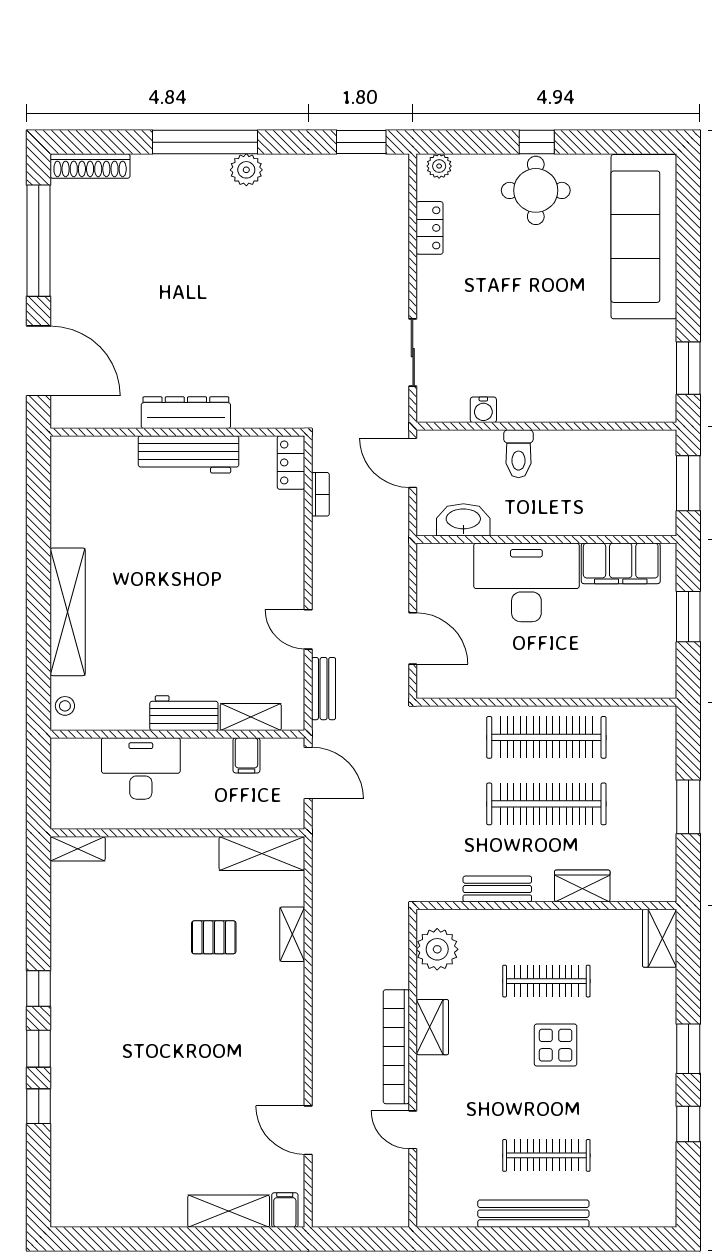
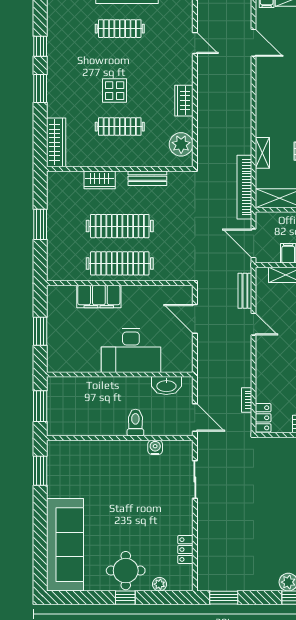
plant: (439, 166) -> (159, 584), moved
filing cabinet: (621, 563) -> (99, 297), moved, turned 180
wardrobe: (660, 938) -> (56, 142), width x1.50
bookcase: (396, 1047) -> (244, 187), moved, turned 180

